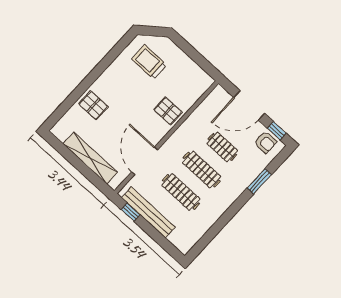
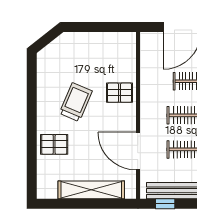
trolley: (149, 62) -> (76, 102), moved, turned 113

